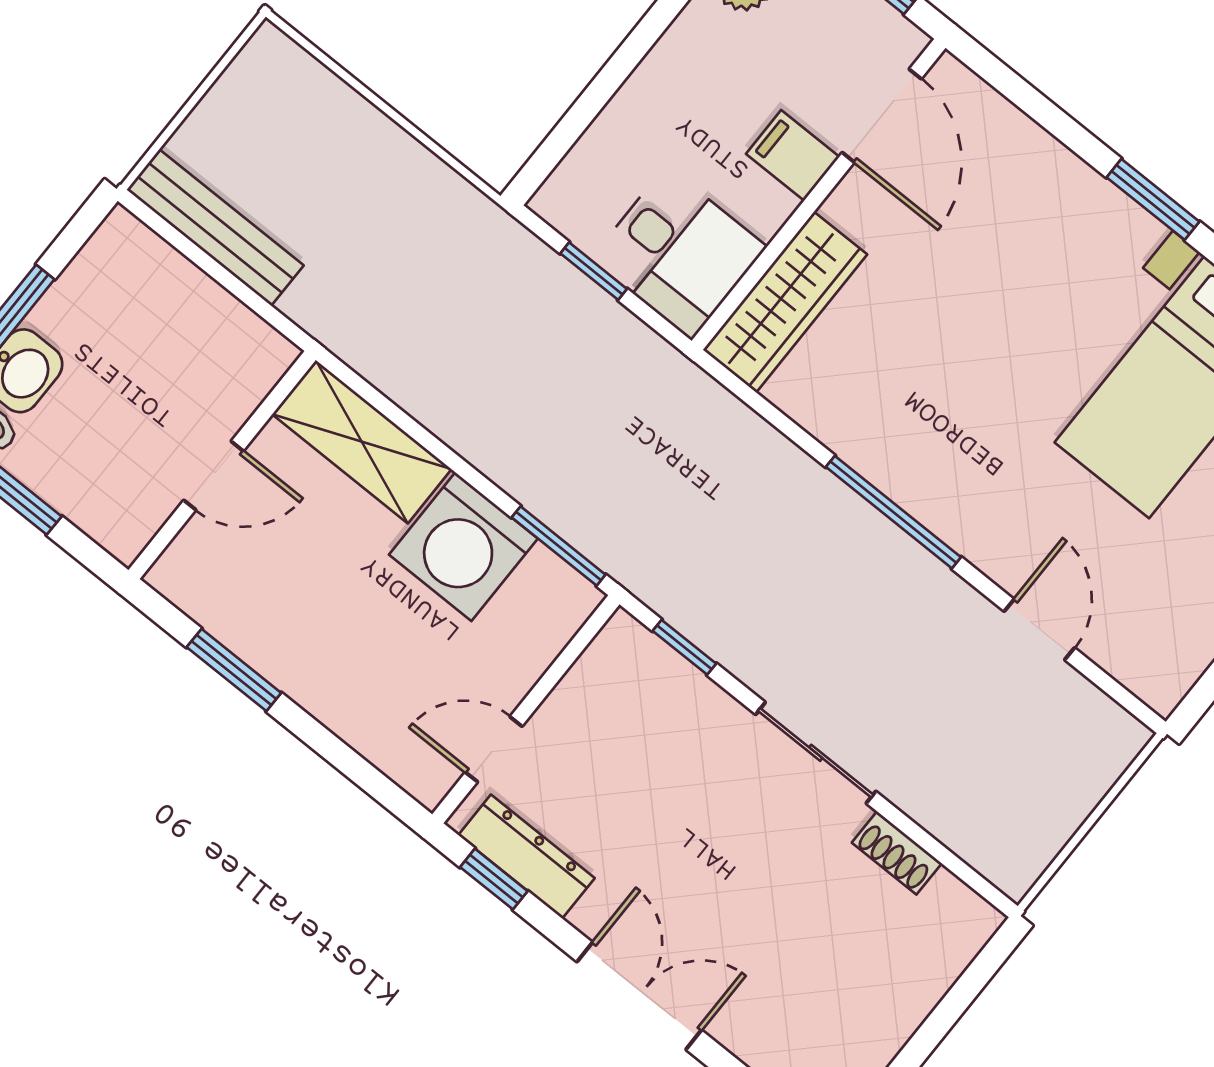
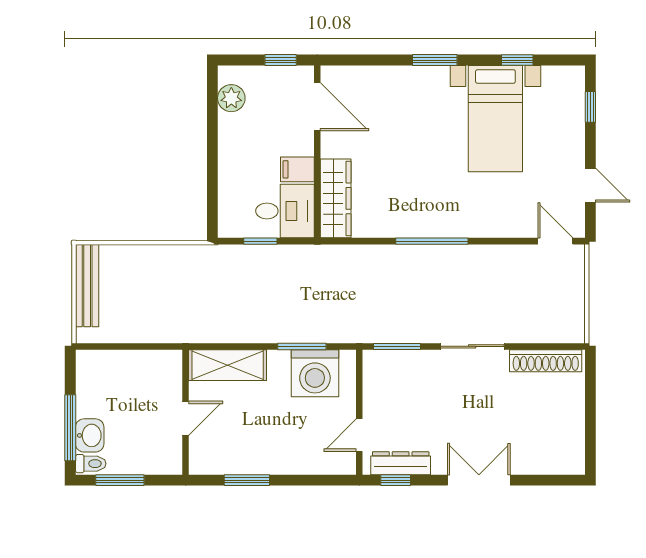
filing cabinet: (793, 155) -> (297, 169), moved
bench: (215, 228) -> (87, 286), moved, turned 90
window: (559, 546) -> (302, 346), moved
washing machine: (463, 547) -> (315, 373), moved
door: (1039, 630) -> (555, 241), moved
window: (684, 647) -> (397, 346), width x1.50
shoe rack: (897, 853) -> (546, 361), width x1.94, depth x1.24

